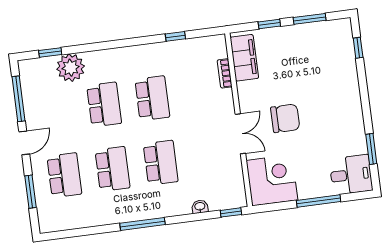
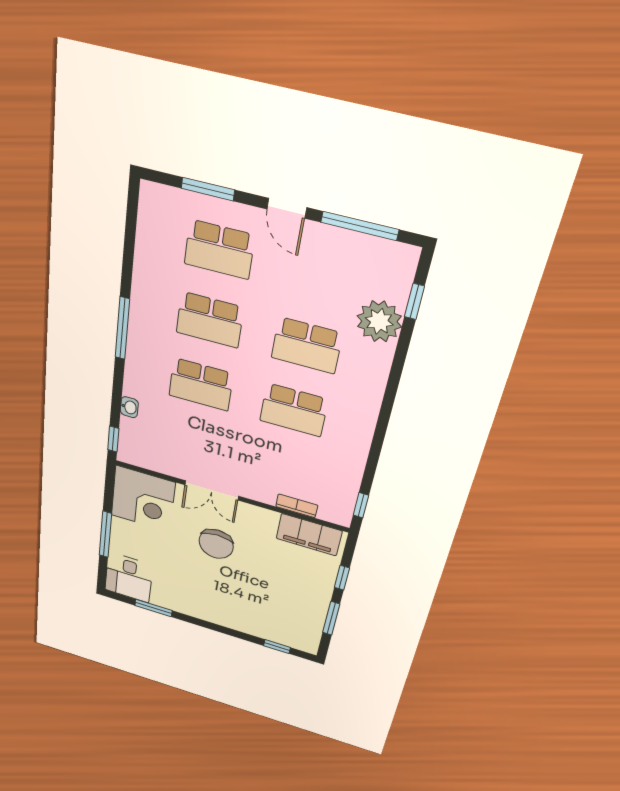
window: (175, 36) -> (361, 505), moved

